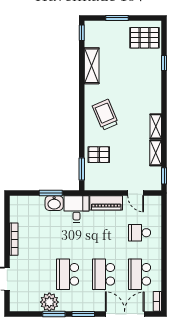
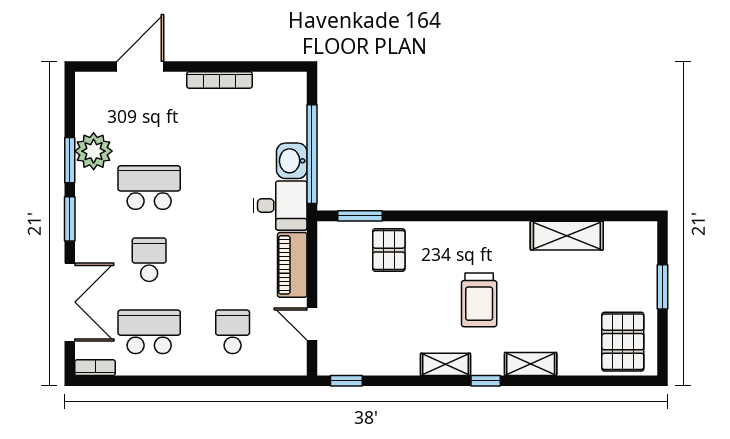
window: (82, 33) -> (633, 216), removed
window: (164, 63) -> (486, 381), moved
trolley: (105, 115) -> (479, 300), moved, turned 113
shelving: (156, 153) -> (531, 364), moved
window: (51, 193) -> (312, 154), width x2.11
door: (136, 193) -> (312, 324), hinge flipped
school desk: (104, 274) -> (149, 260), width x0.54

